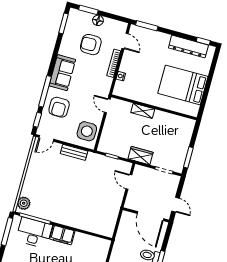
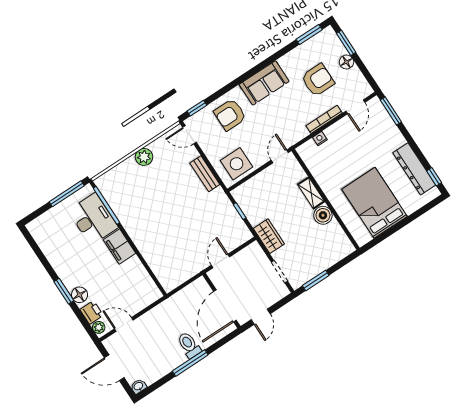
armchair: (91, 45) -> (318, 80), turned 90
window: (45, 91) -> (230, 86), removed
boiler: (160, 117) -> (323, 215), added
door: (129, 182) -> (220, 261), moved
plant: (24, 203) -> (144, 157), moved

